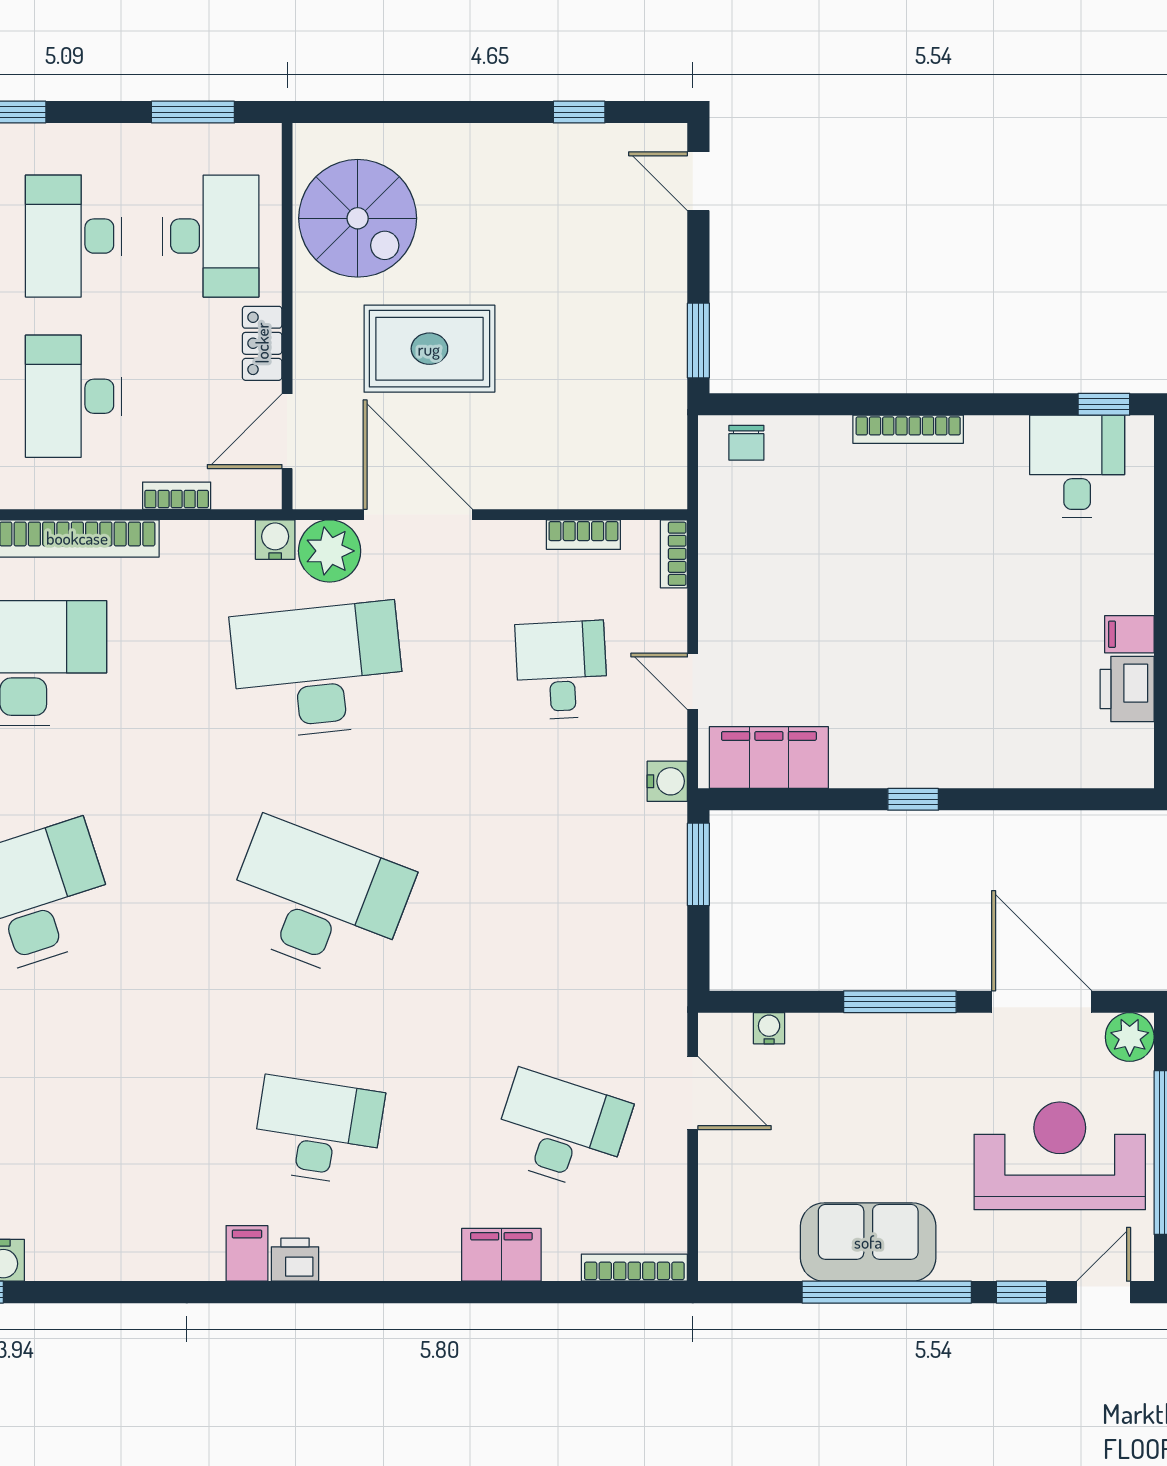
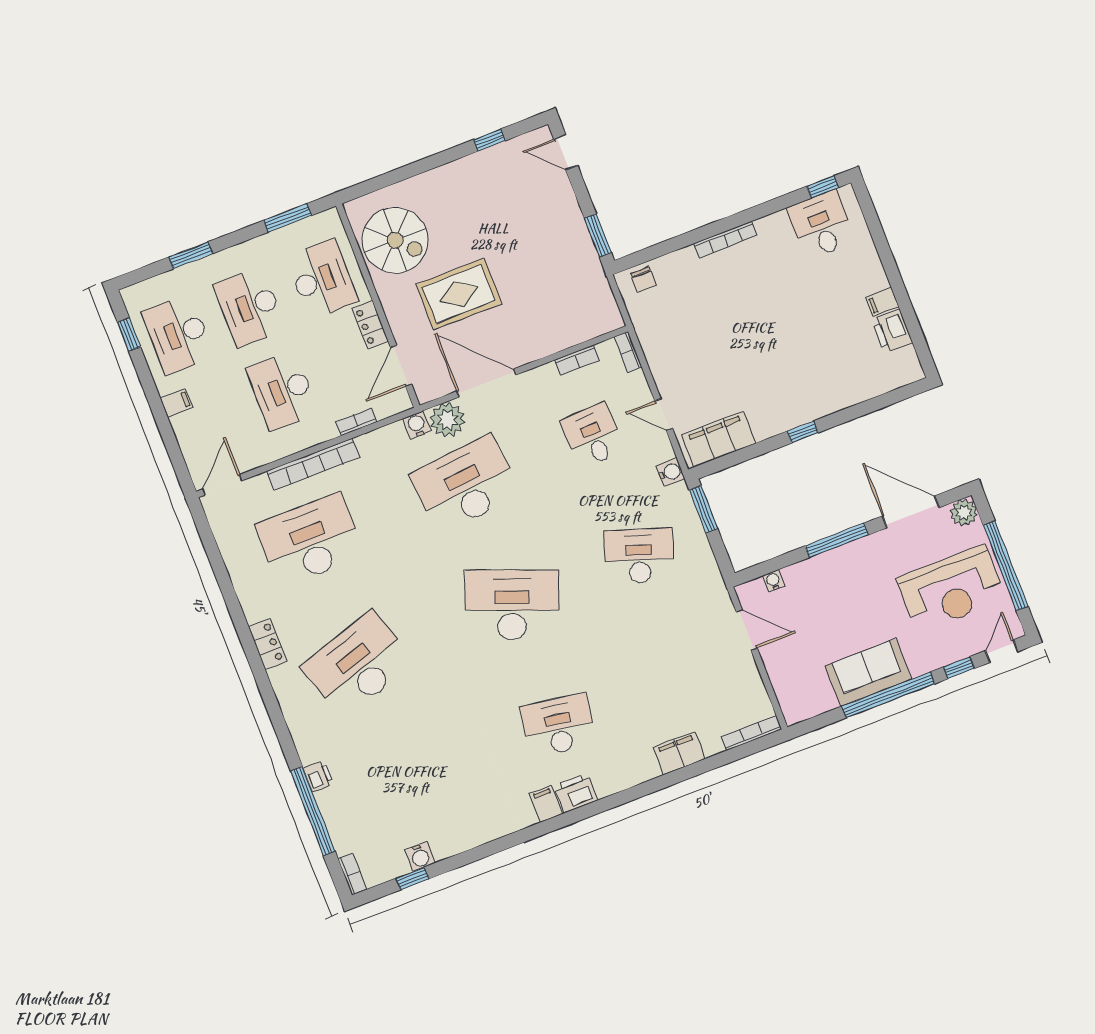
desk: (562, 1131) -> (639, 556), moved
reception desk: (1060, 1156) -> (951, 589), turned 180
printer: (295, 1260) -> (576, 793), width x1.36, depth x1.24

